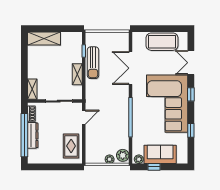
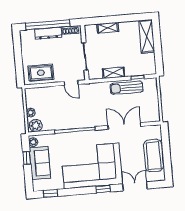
shelving: (32, 89) -> (108, 28), moved
window: (191, 130) -> (50, 193), moved

